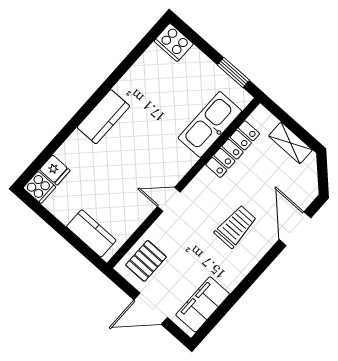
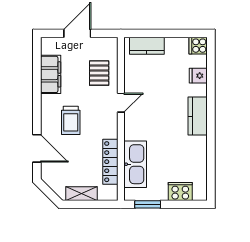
cooker: (174, 42) -> (180, 192), moved
fridge: (55, 170) -> (198, 76), moved
pallet: (146, 261) -> (99, 73), moved
filing cabinet: (203, 304) -> (51, 74), moved

